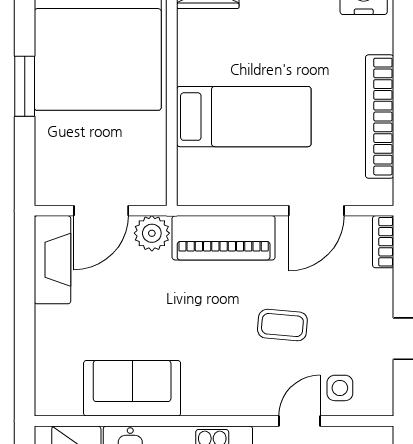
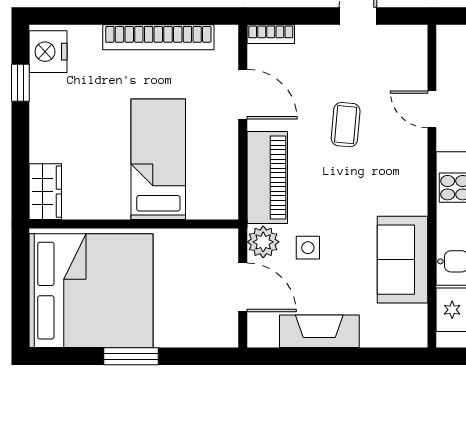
fireplace: (52, 260) -> (319, 331), moved
side table: (340, 388) -> (308, 248), moved

